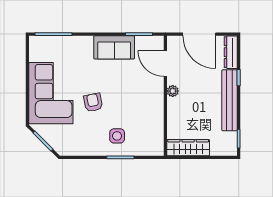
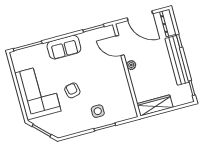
sofa: (114, 47) -> (64, 47), moved

